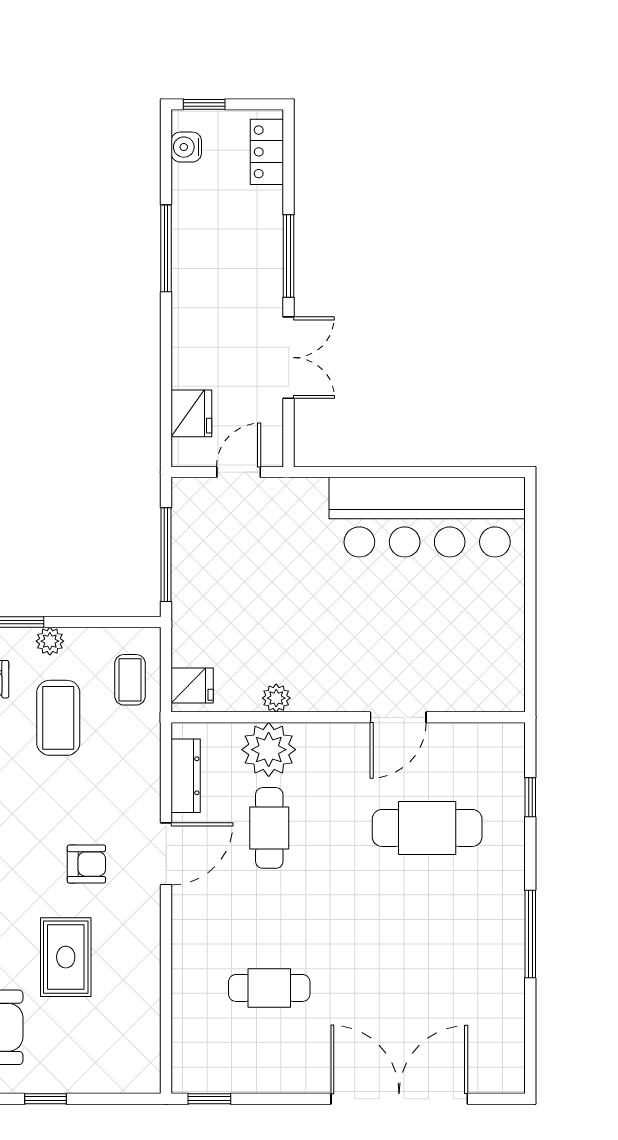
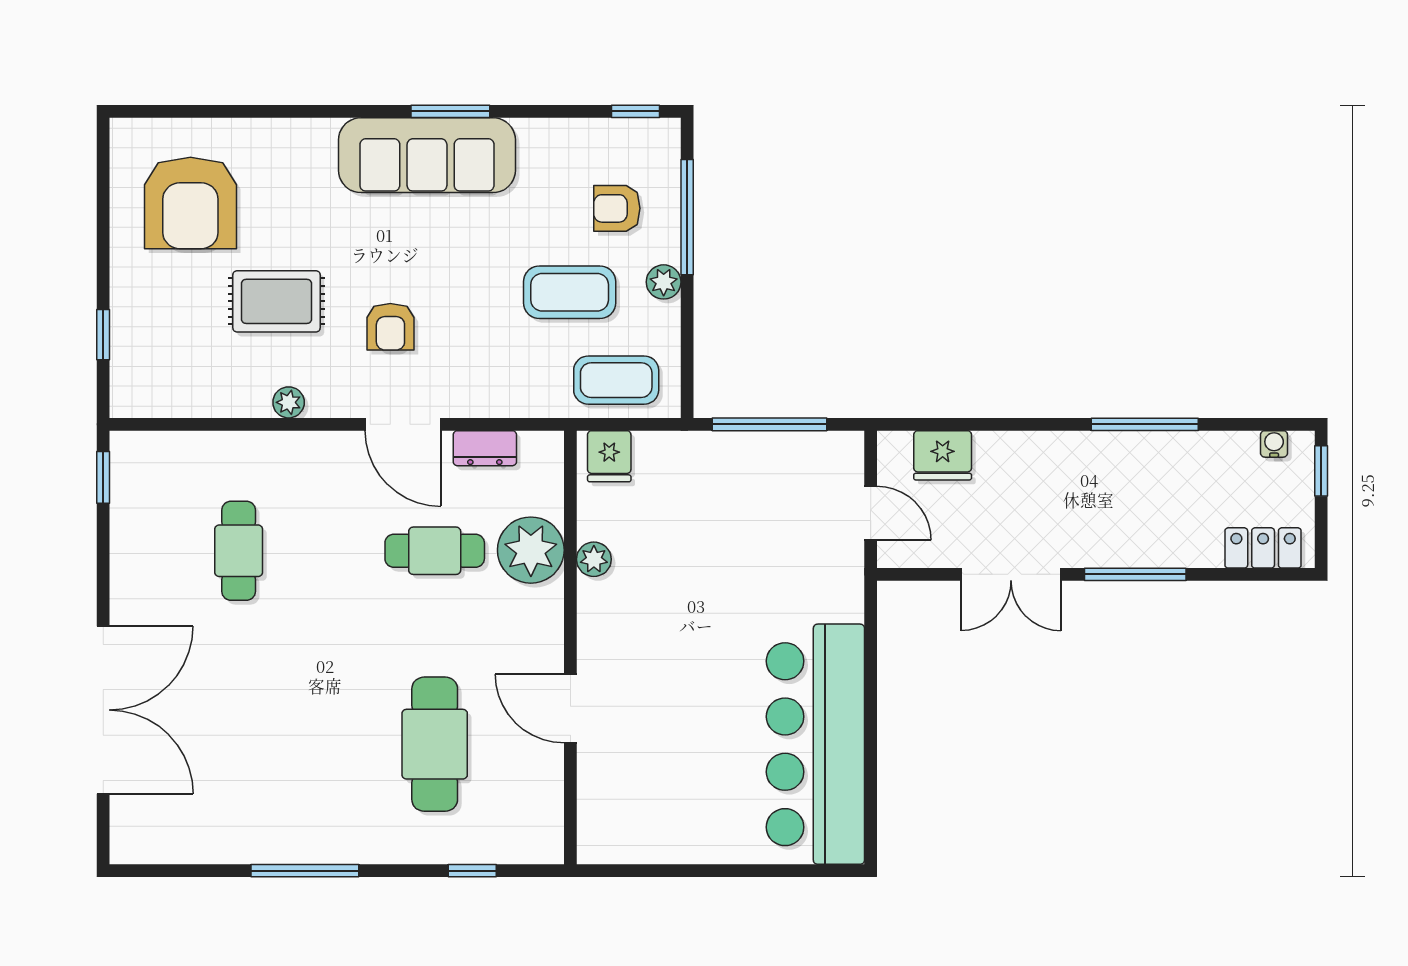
water cooler: (186, 147) -> (1274, 444), width x0.72, depth x0.72
coffee table: (130, 680) -> (616, 380), width x1.36, depth x1.30
dresser: (186, 776) -> (485, 448), width x0.70
plant: (148, 947) -> (289, 402), added
window: (45, 1099) -> (103, 335), moved

